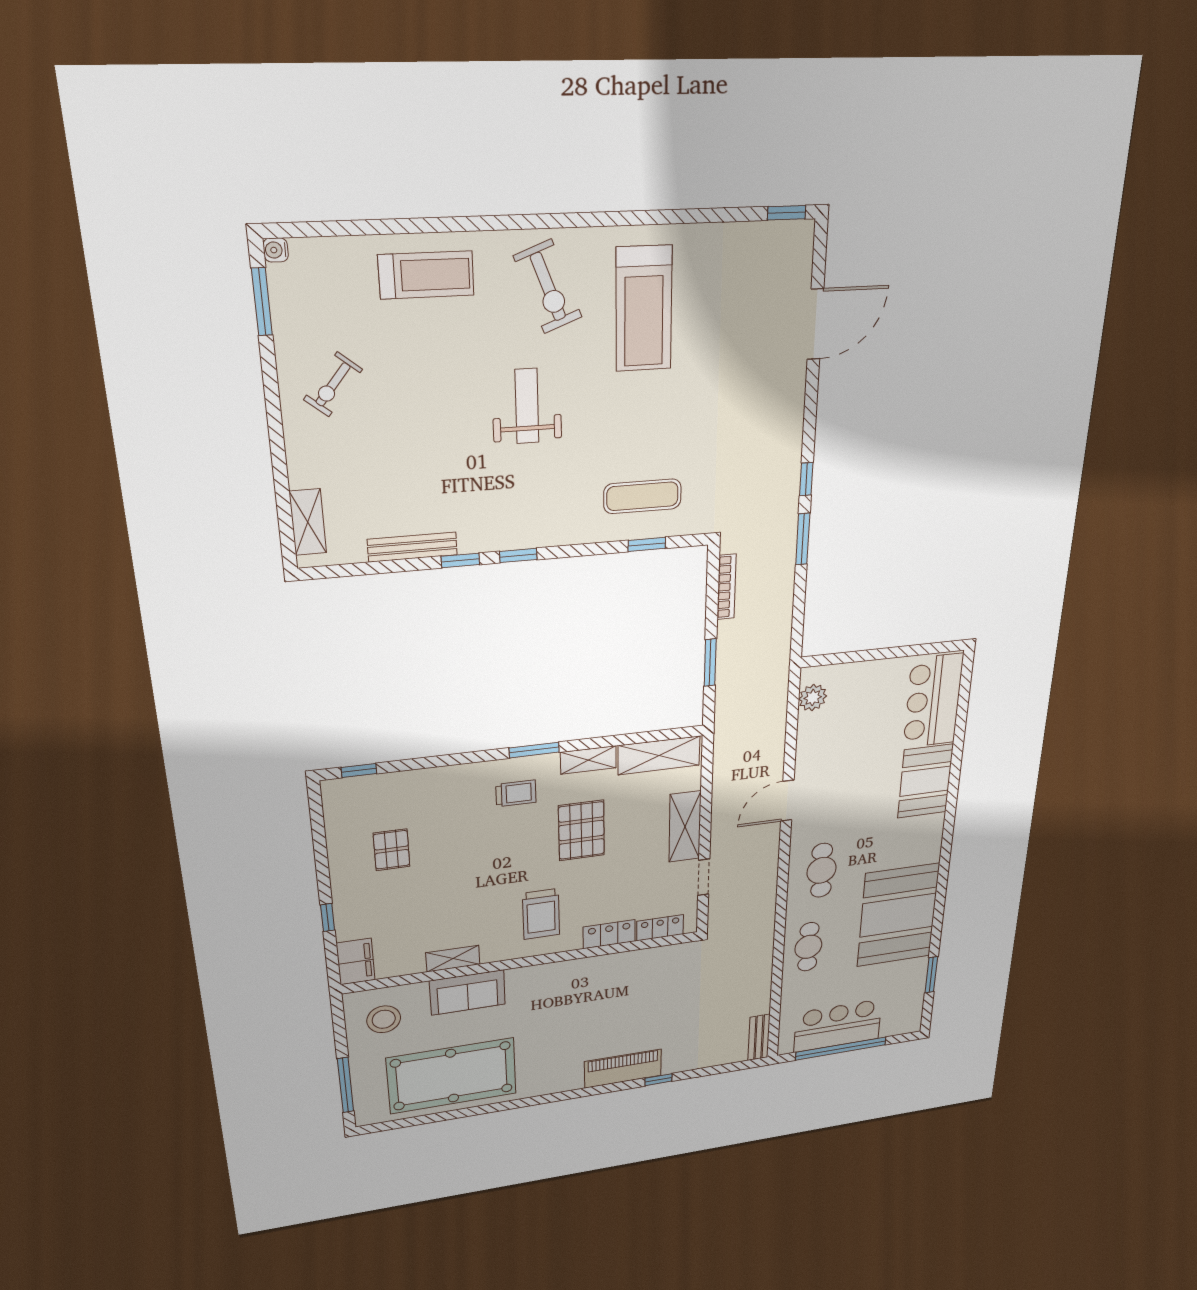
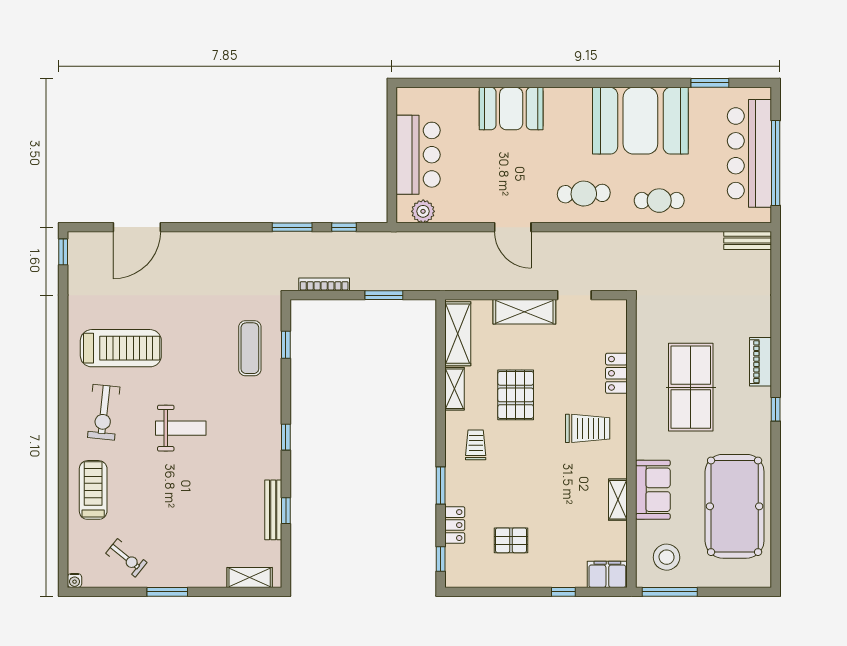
exercise bike: (548, 287) -> (104, 412), turned 117
window: (262, 302) -> (167, 592), moved
door: (815, 324) -> (137, 227), swing flipped
exercise bike: (333, 384) -> (126, 558), moved
weight bench: (527, 406) -> (181, 428), turned 180
window: (806, 479) -> (344, 227), moved
window: (460, 560) -> (286, 511), moved
bar counter: (933, 701) -> (418, 155), moved, turned -90
window: (534, 750) -> (441, 486), moved
pallet: (581, 831) -> (516, 395), turned 90
locker: (660, 928) -> (455, 525), moved, turned 180
table tennis table: (593, 1011) -> (691, 387), added
bar counter: (838, 1026) -> (749, 153), width x1.36
piano: (623, 1069) -> (761, 362), width x0.73, depth x0.75
window: (658, 1080) -> (776, 409), moved
window: (345, 1085) -> (670, 592), moved

